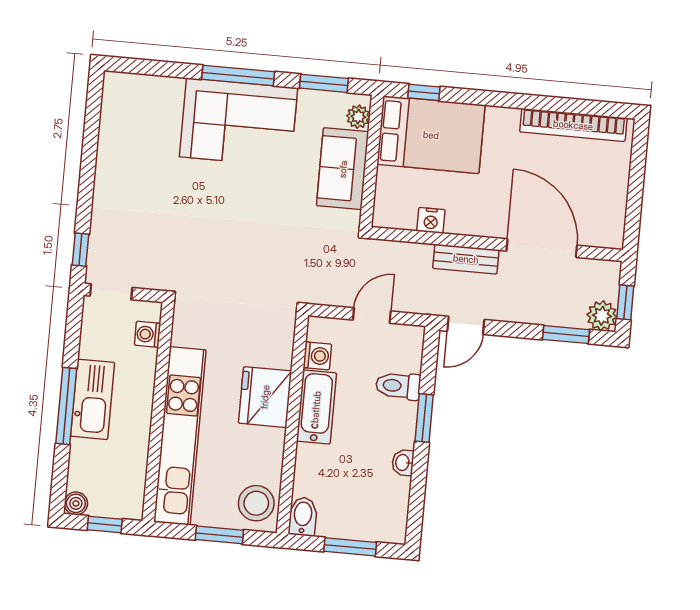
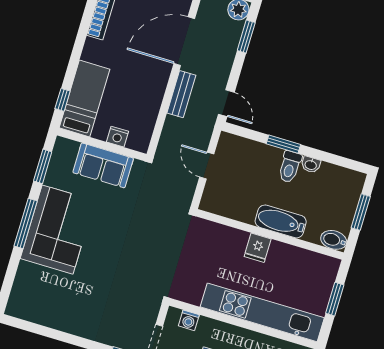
plant: (358, 117) -> (70, 148), removed
bed: (431, 135) -> (85, 99), width x0.67
nightstand: (431, 220) -> (117, 137), moved, turned 90
washing machine: (317, 356) -> (227, 208), removed
toilet: (398, 386) -> (290, 167), moved
fridge: (265, 397) -> (258, 248), width x0.53, depth x0.75
bathtub: (316, 407) -> (281, 221), moved
stool: (256, 503) -> (318, 270), removed

